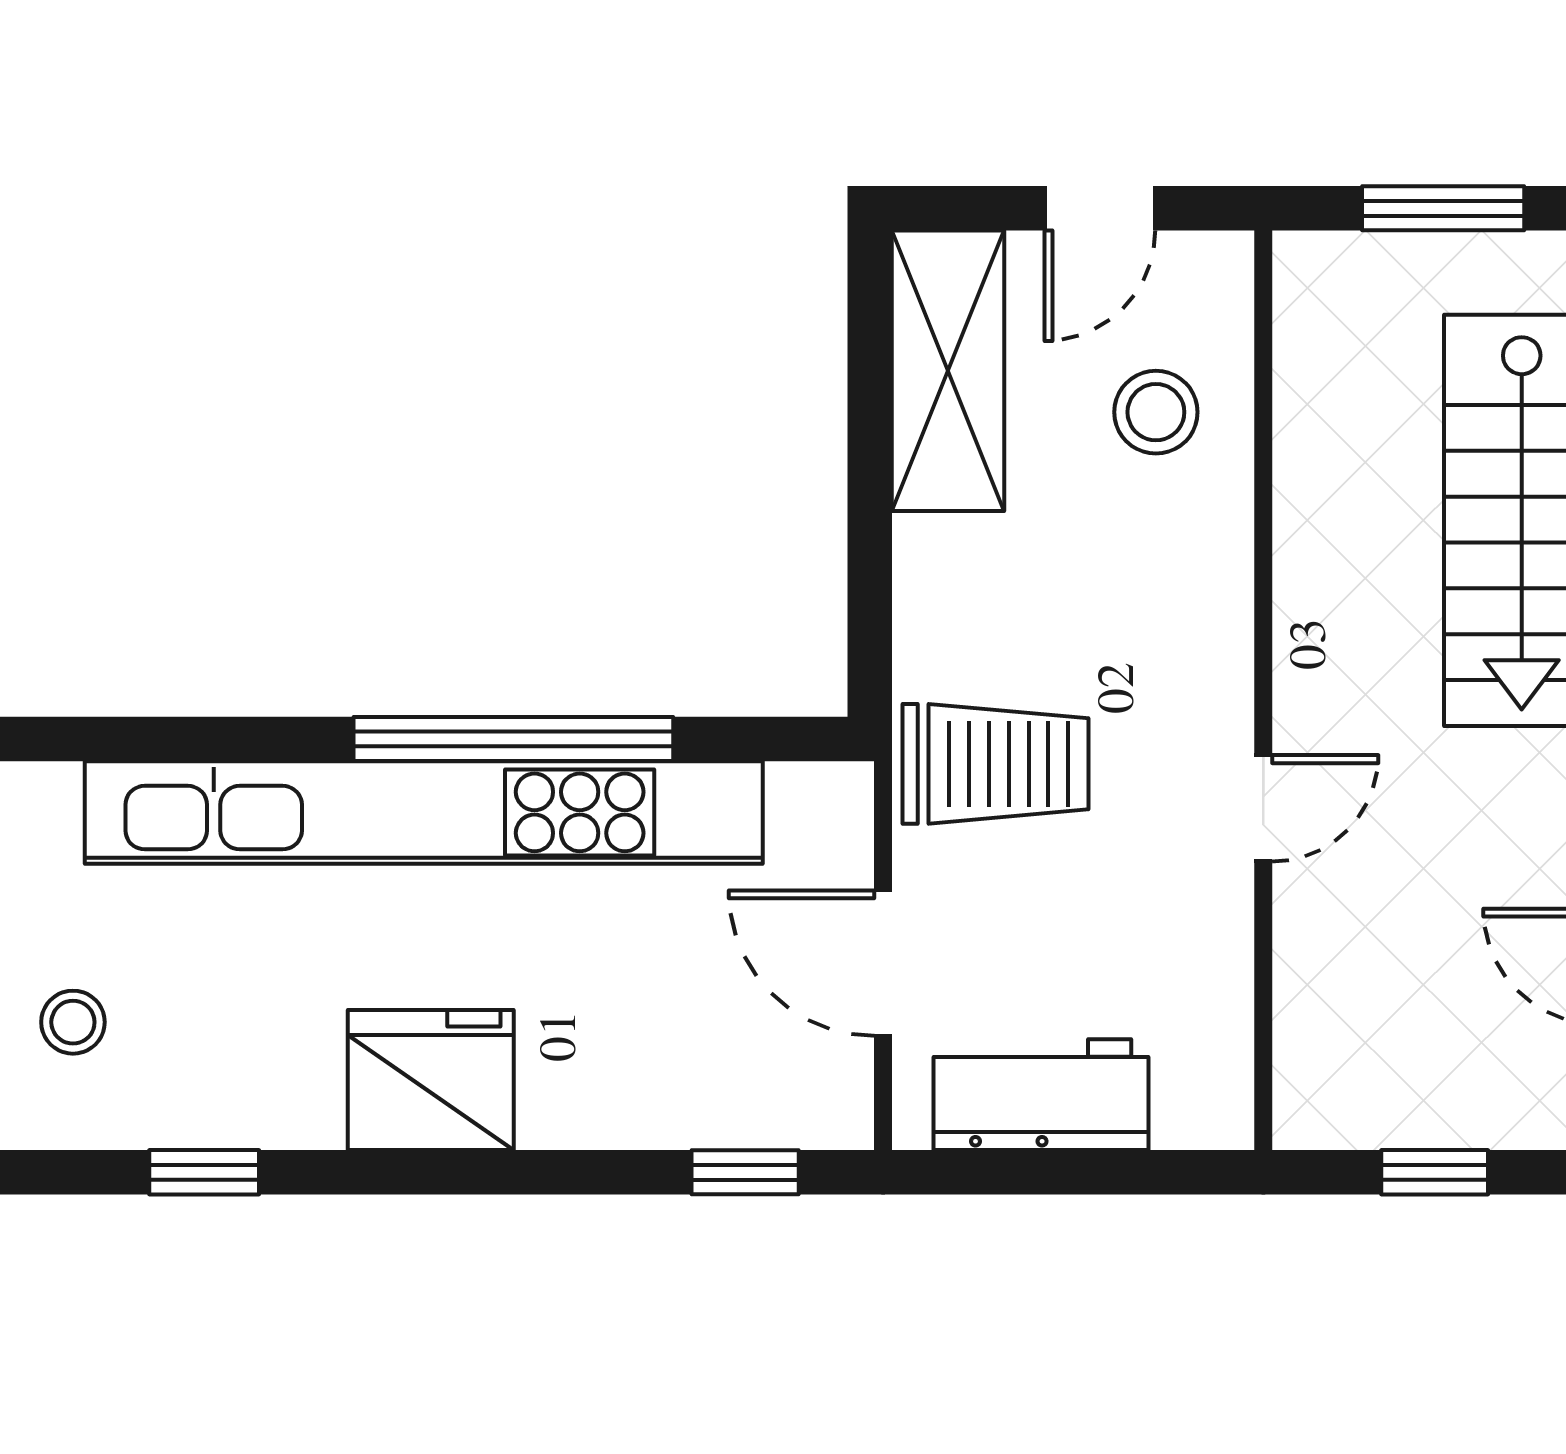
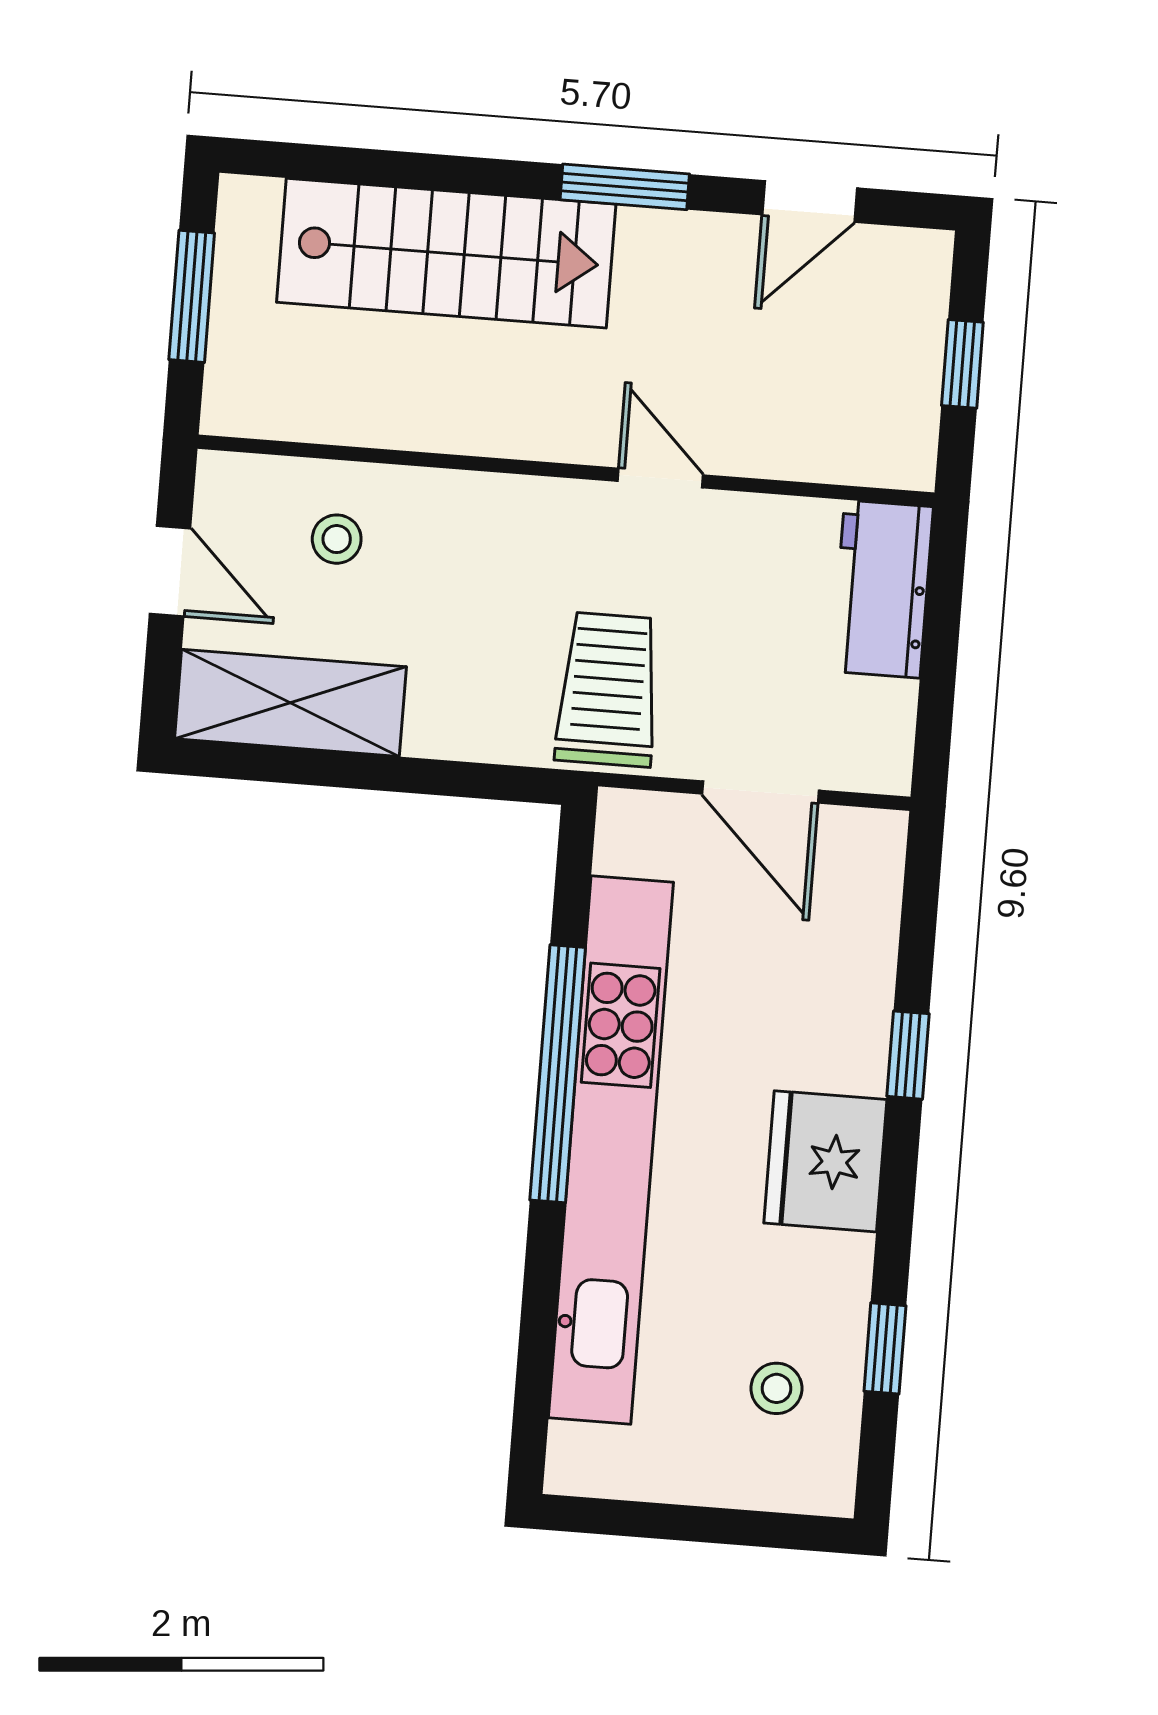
stool: (1156, 412) -> (337, 539), width x0.73, depth x0.73
door: (883, 963) -> (760, 792), hinge flipped
stool: (73, 1022) -> (776, 1388), moved
workbench: (1041, 1095) -> (882, 589), moved
window: (745, 1172) -> (908, 1055), moved

